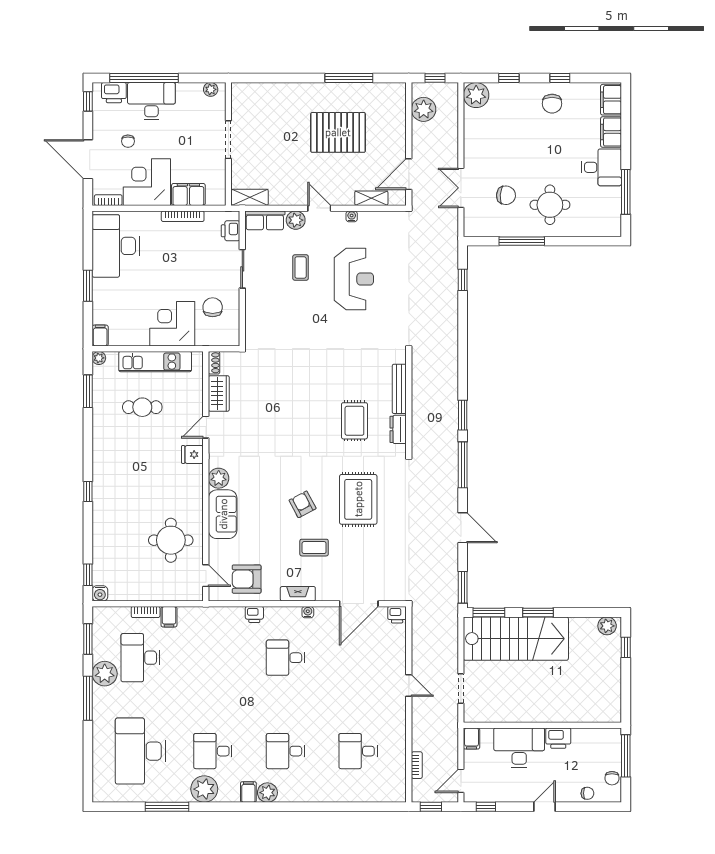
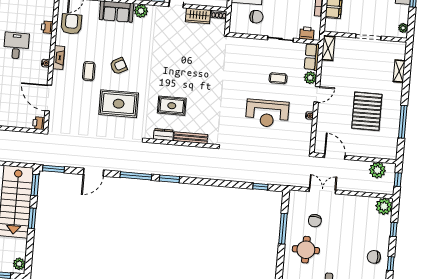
shelving: (371, 198) -> (399, 71), moved

